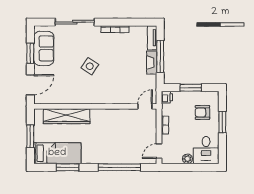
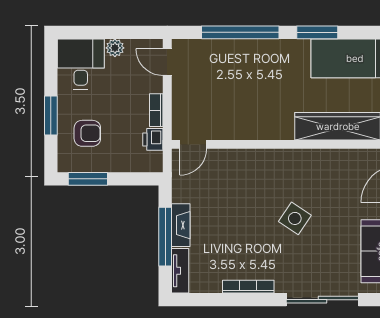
window: (191, 88) -> (88, 179), moved
printer: (167, 97) -> (153, 139), moved
door: (159, 151) -> (167, 62), swing flipped
window: (68, 167) -> (317, 32), moved

